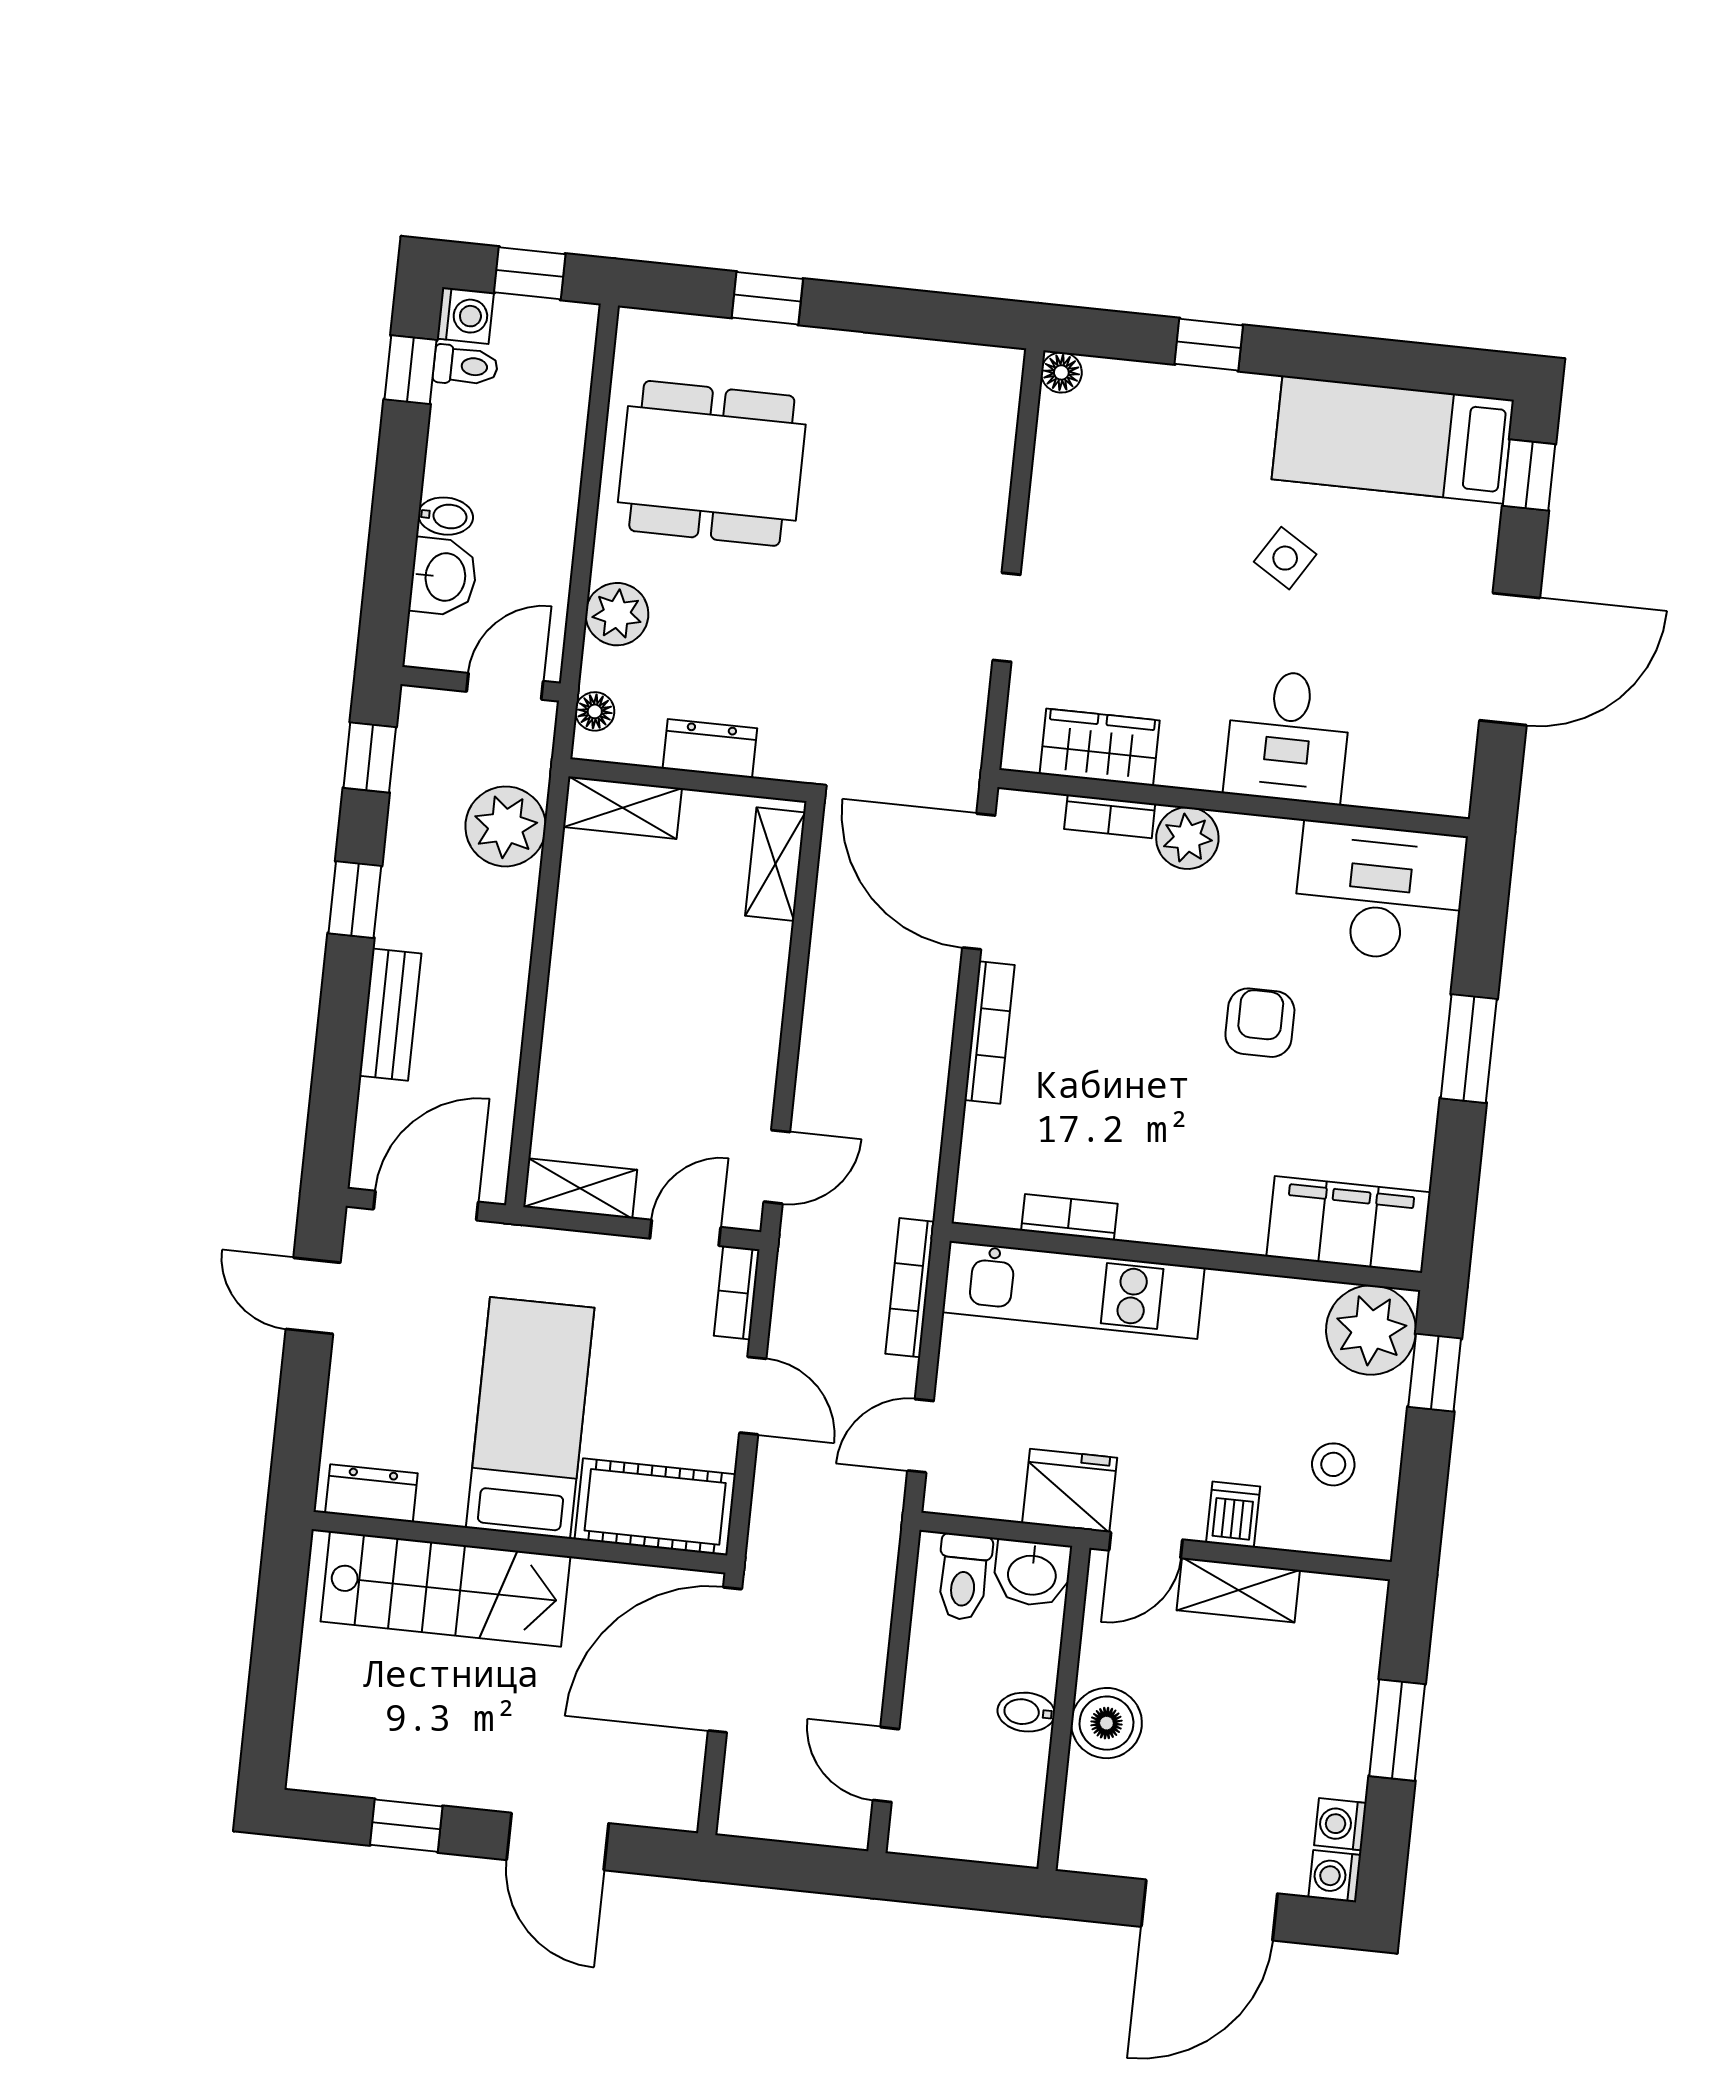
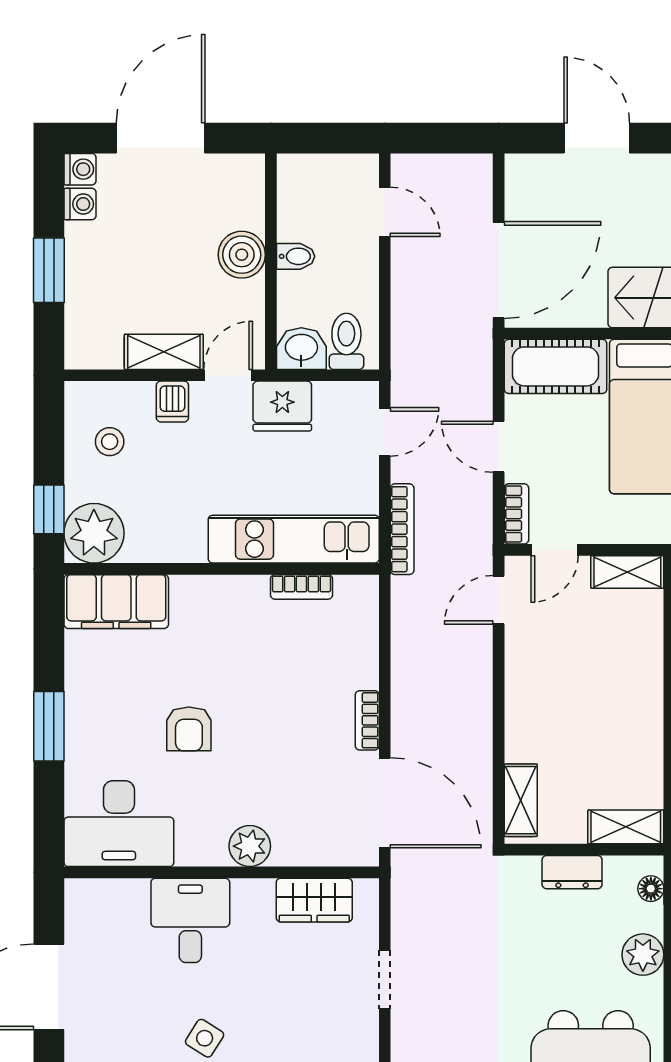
bookcase: (1110, 816) -> (303, 855), removed
bookcase: (990, 1033) -> (367, 720), width x0.64

